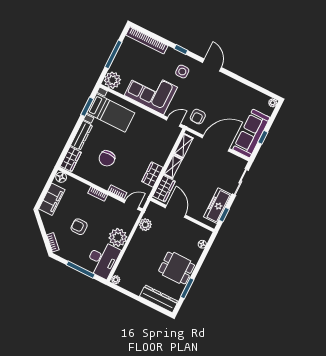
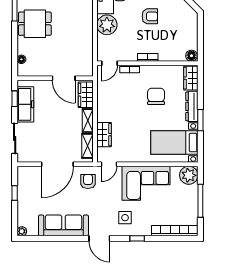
window: (87, 107) -> (200, 120), moved
sofa: (251, 134) -> (63, 225), moved, turned -90
wardrobe: (152, 175) -> (104, 135), moved
filing cabinet: (52, 199) -> (190, 30), removed
plant: (145, 225) -> (86, 51), removed

